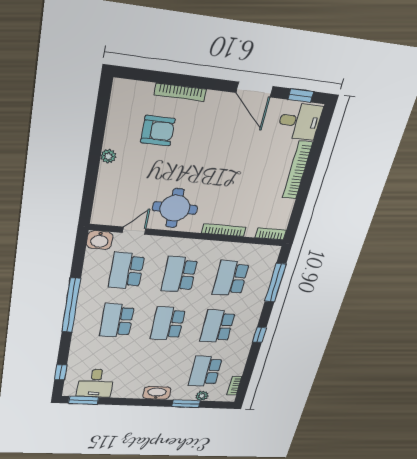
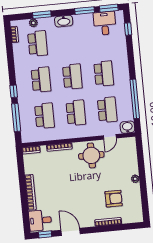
armchair: (158, 131) -> (114, 199), turned 180
window: (71, 305) -> (135, 99), moved
window: (259, 335) -> (14, 91), moved
window: (121, 402) -> (85, 11), added

